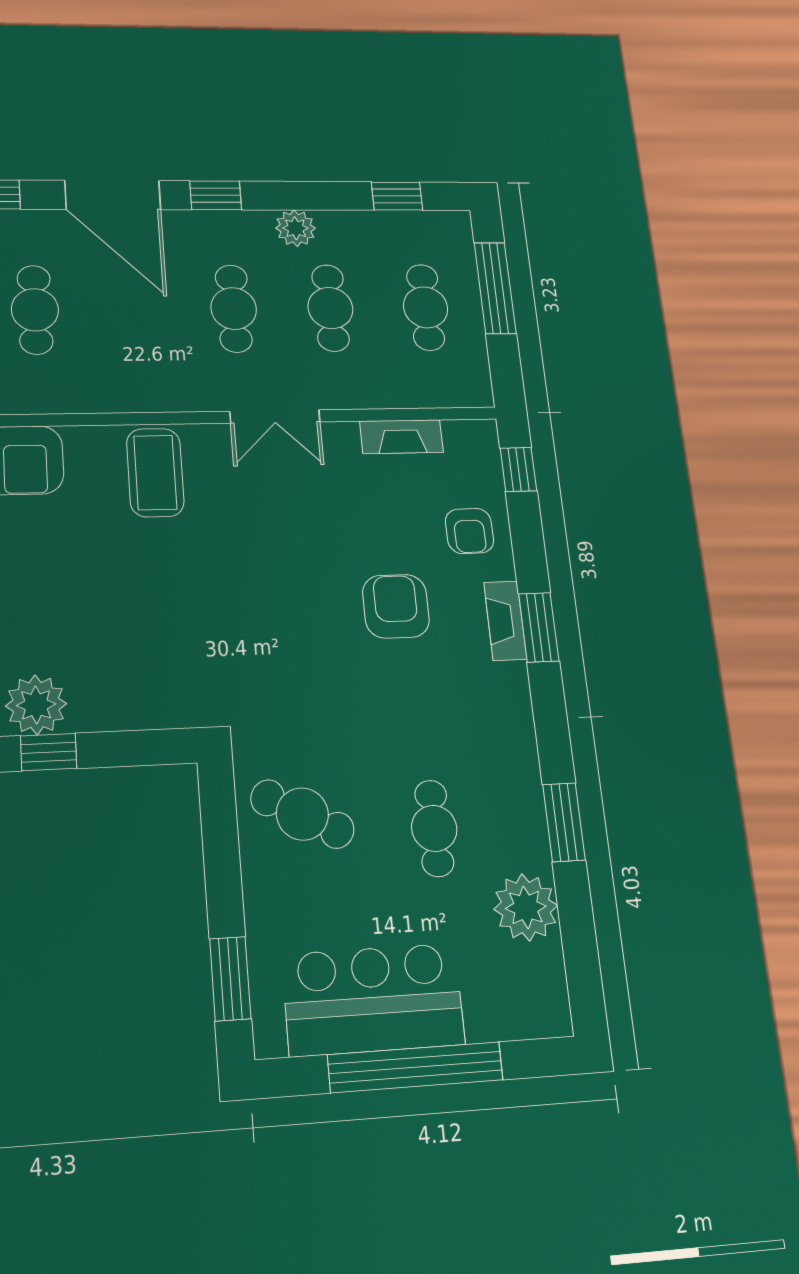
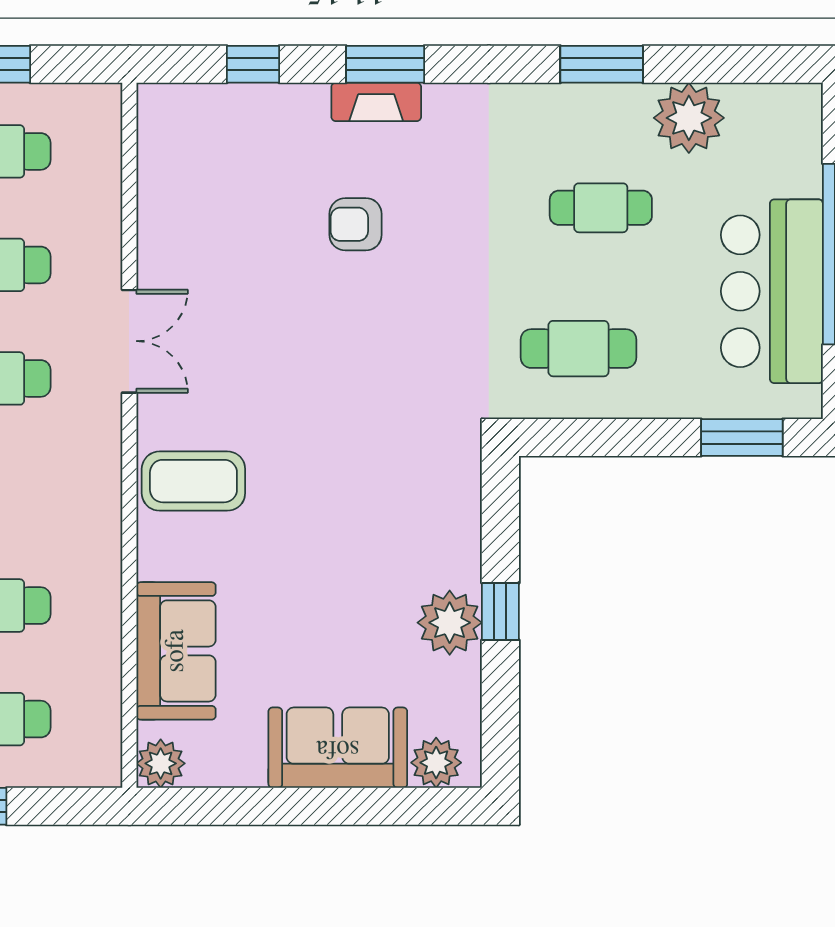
fireplace: (401, 437) -> (156, 197), removed
window: (518, 469) -> (253, 64), moved
armchair: (469, 531) -> (271, 131), removed
armchair: (396, 606) -> (356, 224), width x0.72, depth x0.72
cafe table: (302, 814) -> (578, 349), turned 62

